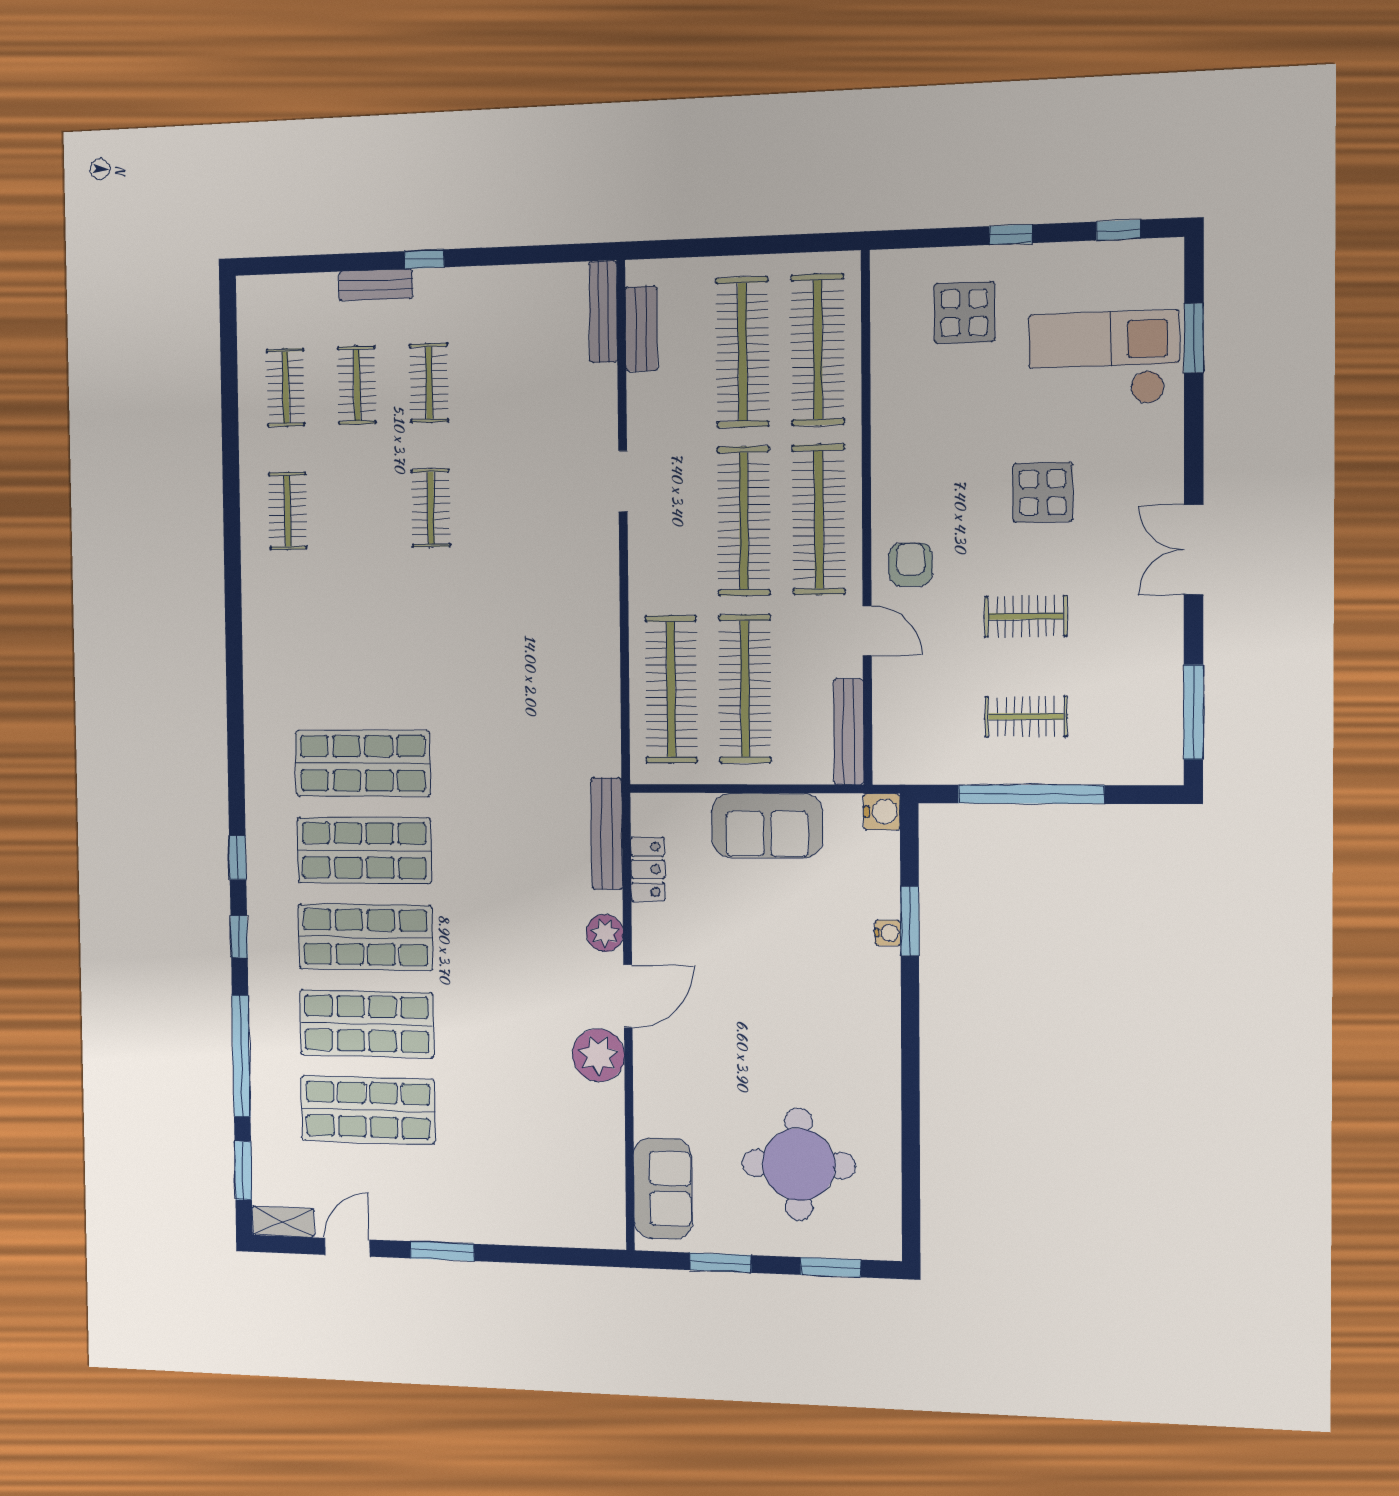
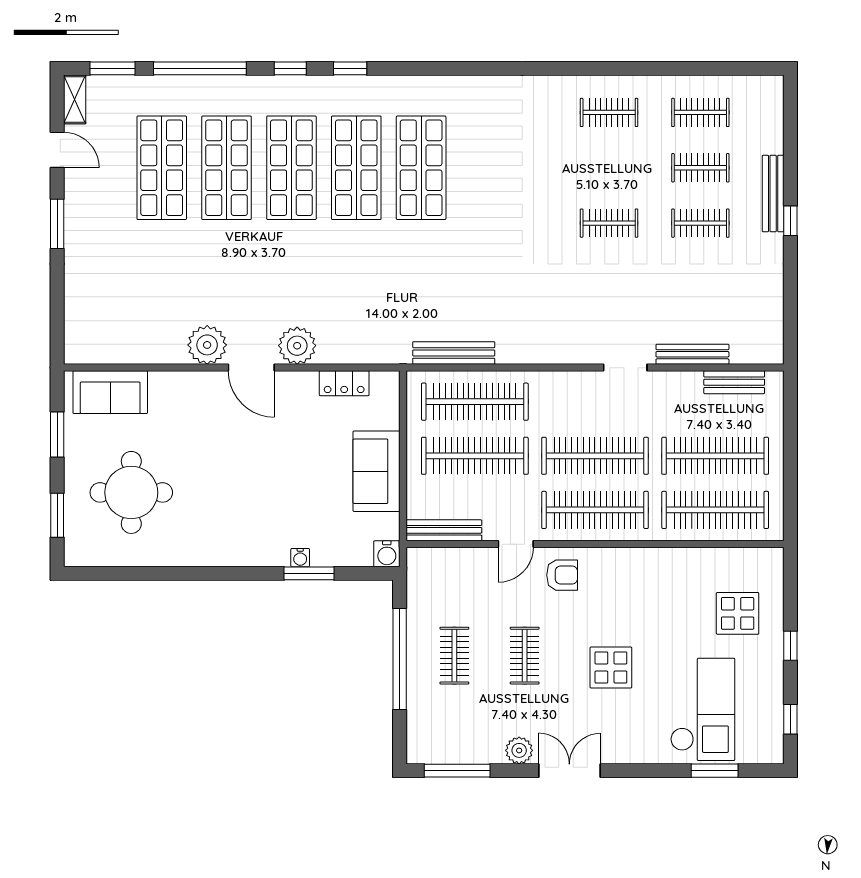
bench: (376, 285) -> (773, 194), width x1.36
bench: (603, 312) -> (692, 354), moved
plant: (1164, 623) -> (519, 750), added
bench: (607, 834) -> (454, 353), moved
plant: (605, 933) -> (297, 346), width x1.36, depth x1.36

